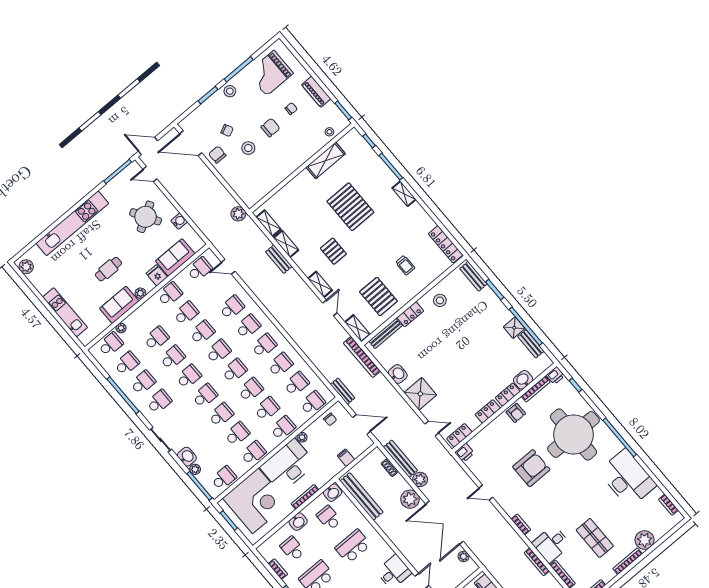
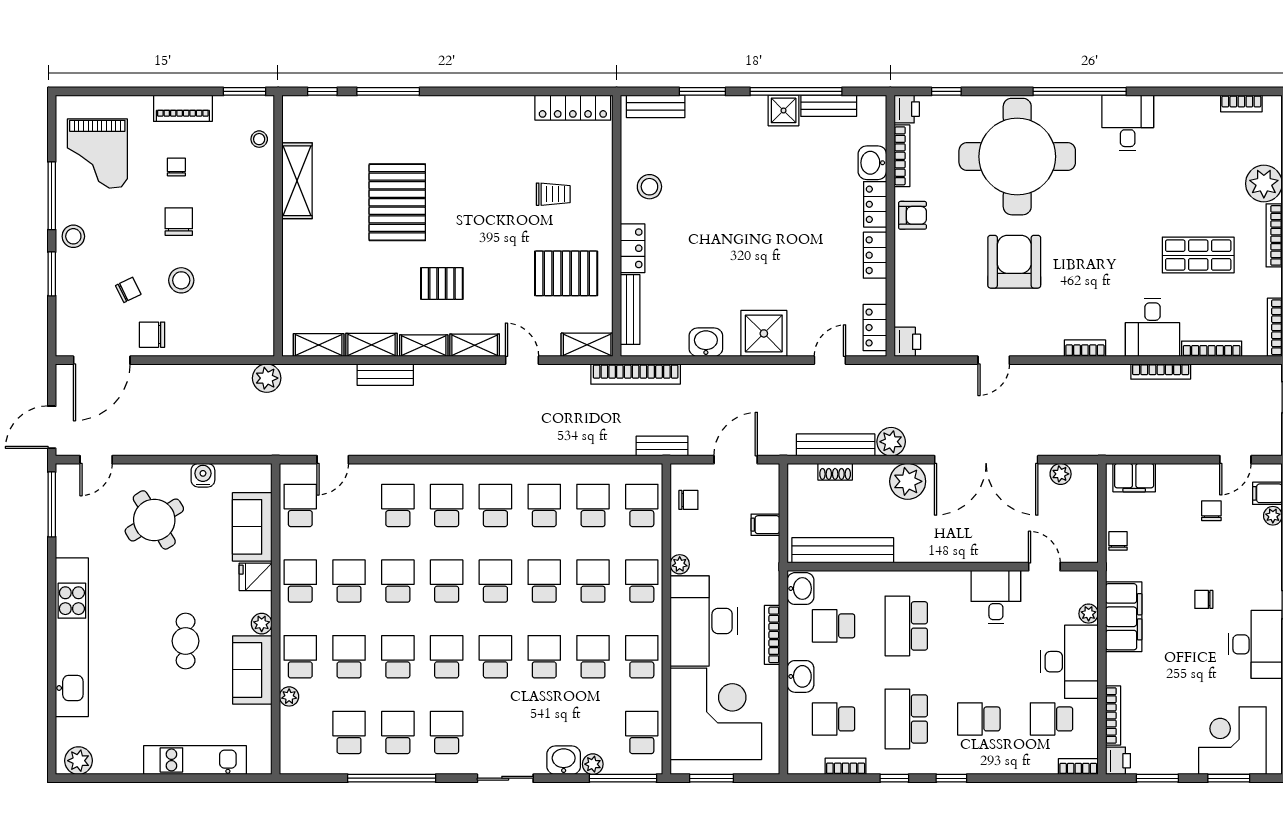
shelving: (404, 194) -> (424, 346), moved
pallet: (350, 207) -> (397, 202), turned 90
school desk: (111, 344) -> (300, 657), moved
desk: (627, 478) -> (1128, 123), width x0.53, depth x0.77

